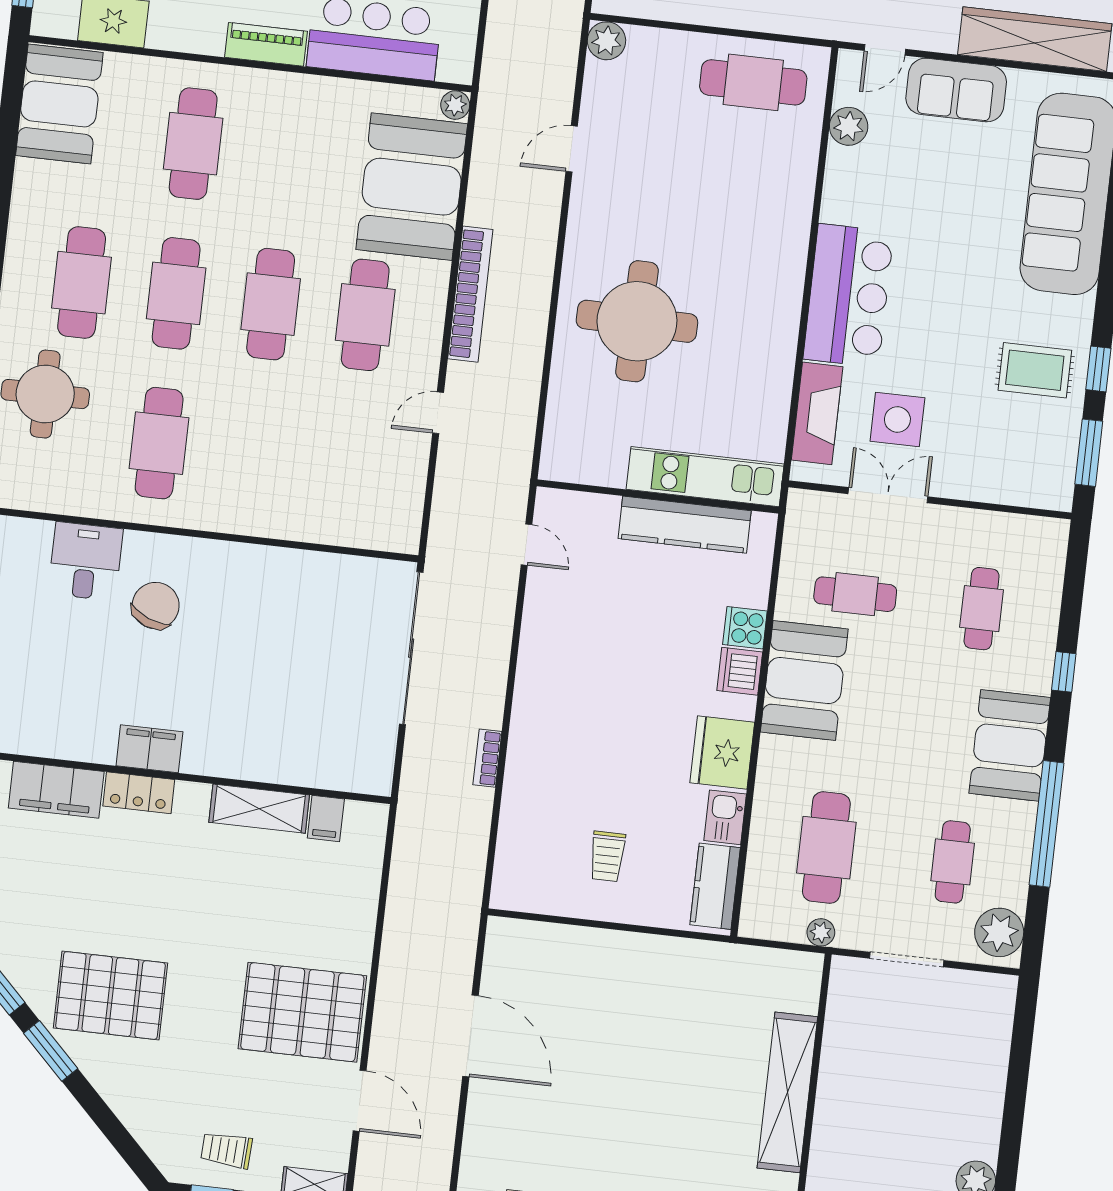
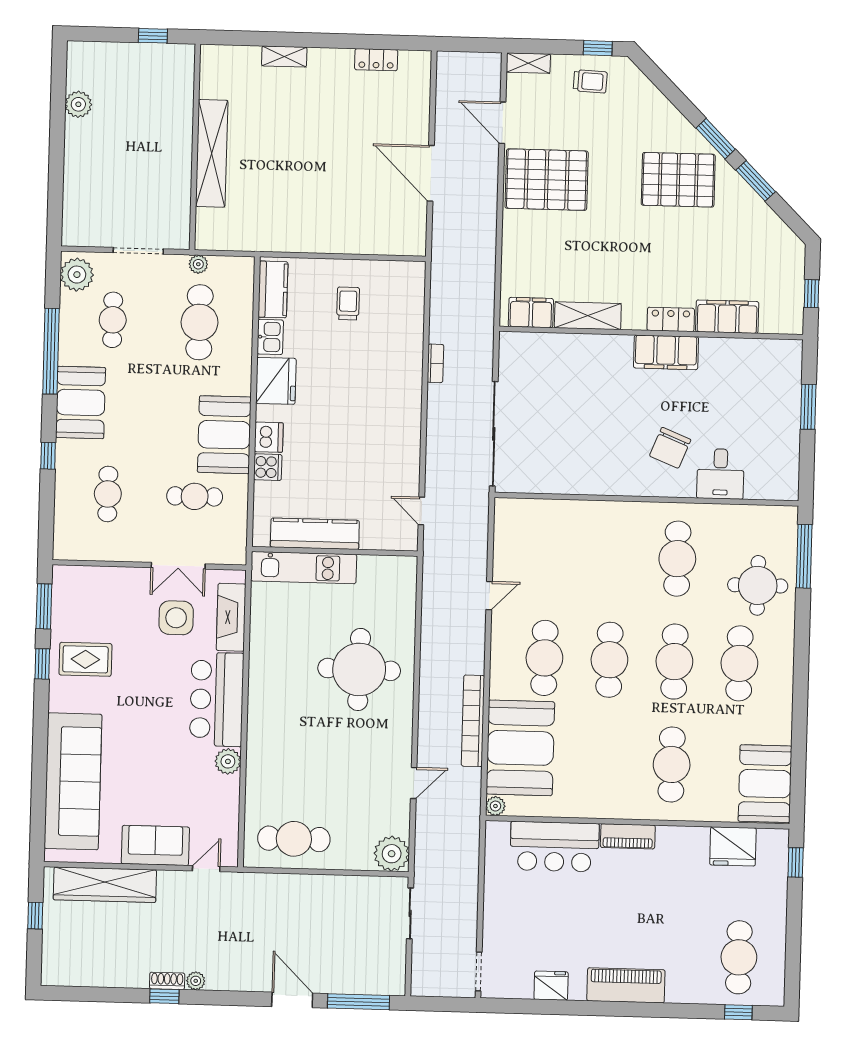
plant: (607, 41) -> (392, 854), width x1.36, depth x1.36
plant: (849, 126) -> (228, 761), moved
bookcase: (470, 294) -> (473, 721), moved
filing cabinet: (149, 749) -> (666, 352), width x1.50, depth x1.17
filing cabinet: (326, 818) -> (531, 313), width x2.00

